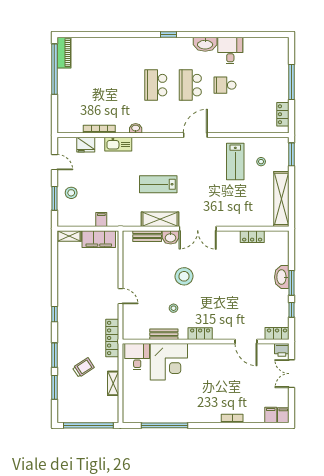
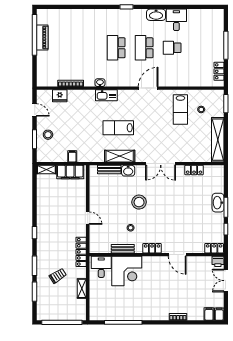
piano: (64, 53) -> (42, 38), moved
kitchen sink: (118, 144) -> (106, 95), moved
double door: (198, 229) -> (161, 164), moved
door: (246, 341) -> (177, 255), moved

